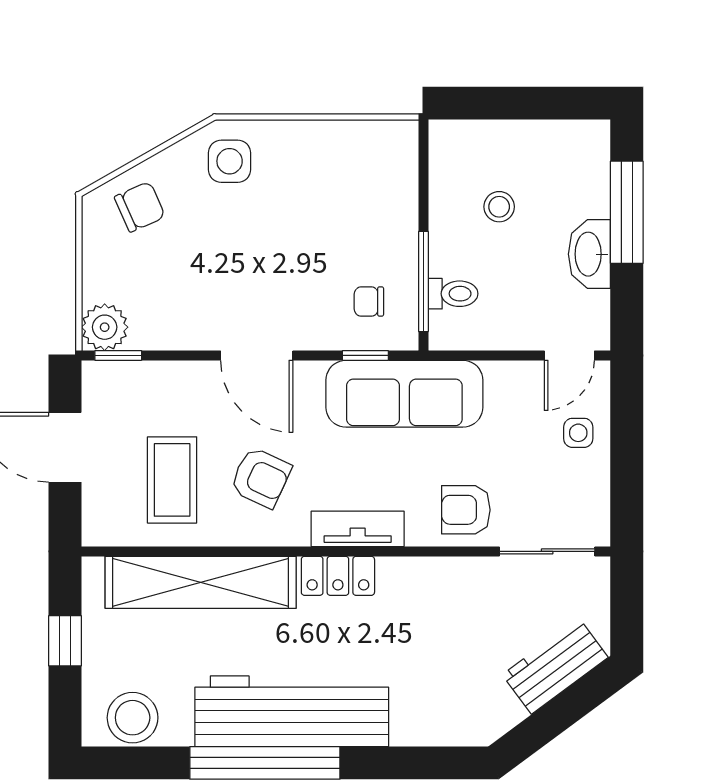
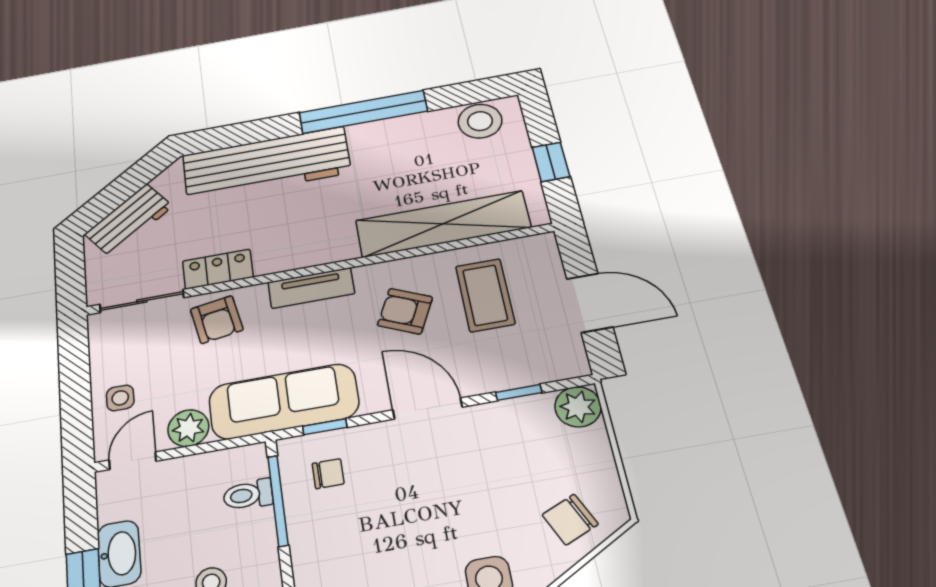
window: (118, 355) -> (519, 392), moved
plant: (508, 382) -> (188, 428), added
armchair: (466, 510) -> (217, 320), turned 80
locker: (338, 576) -> (218, 269), moved
workbench: (292, 711) -> (266, 164), moved

